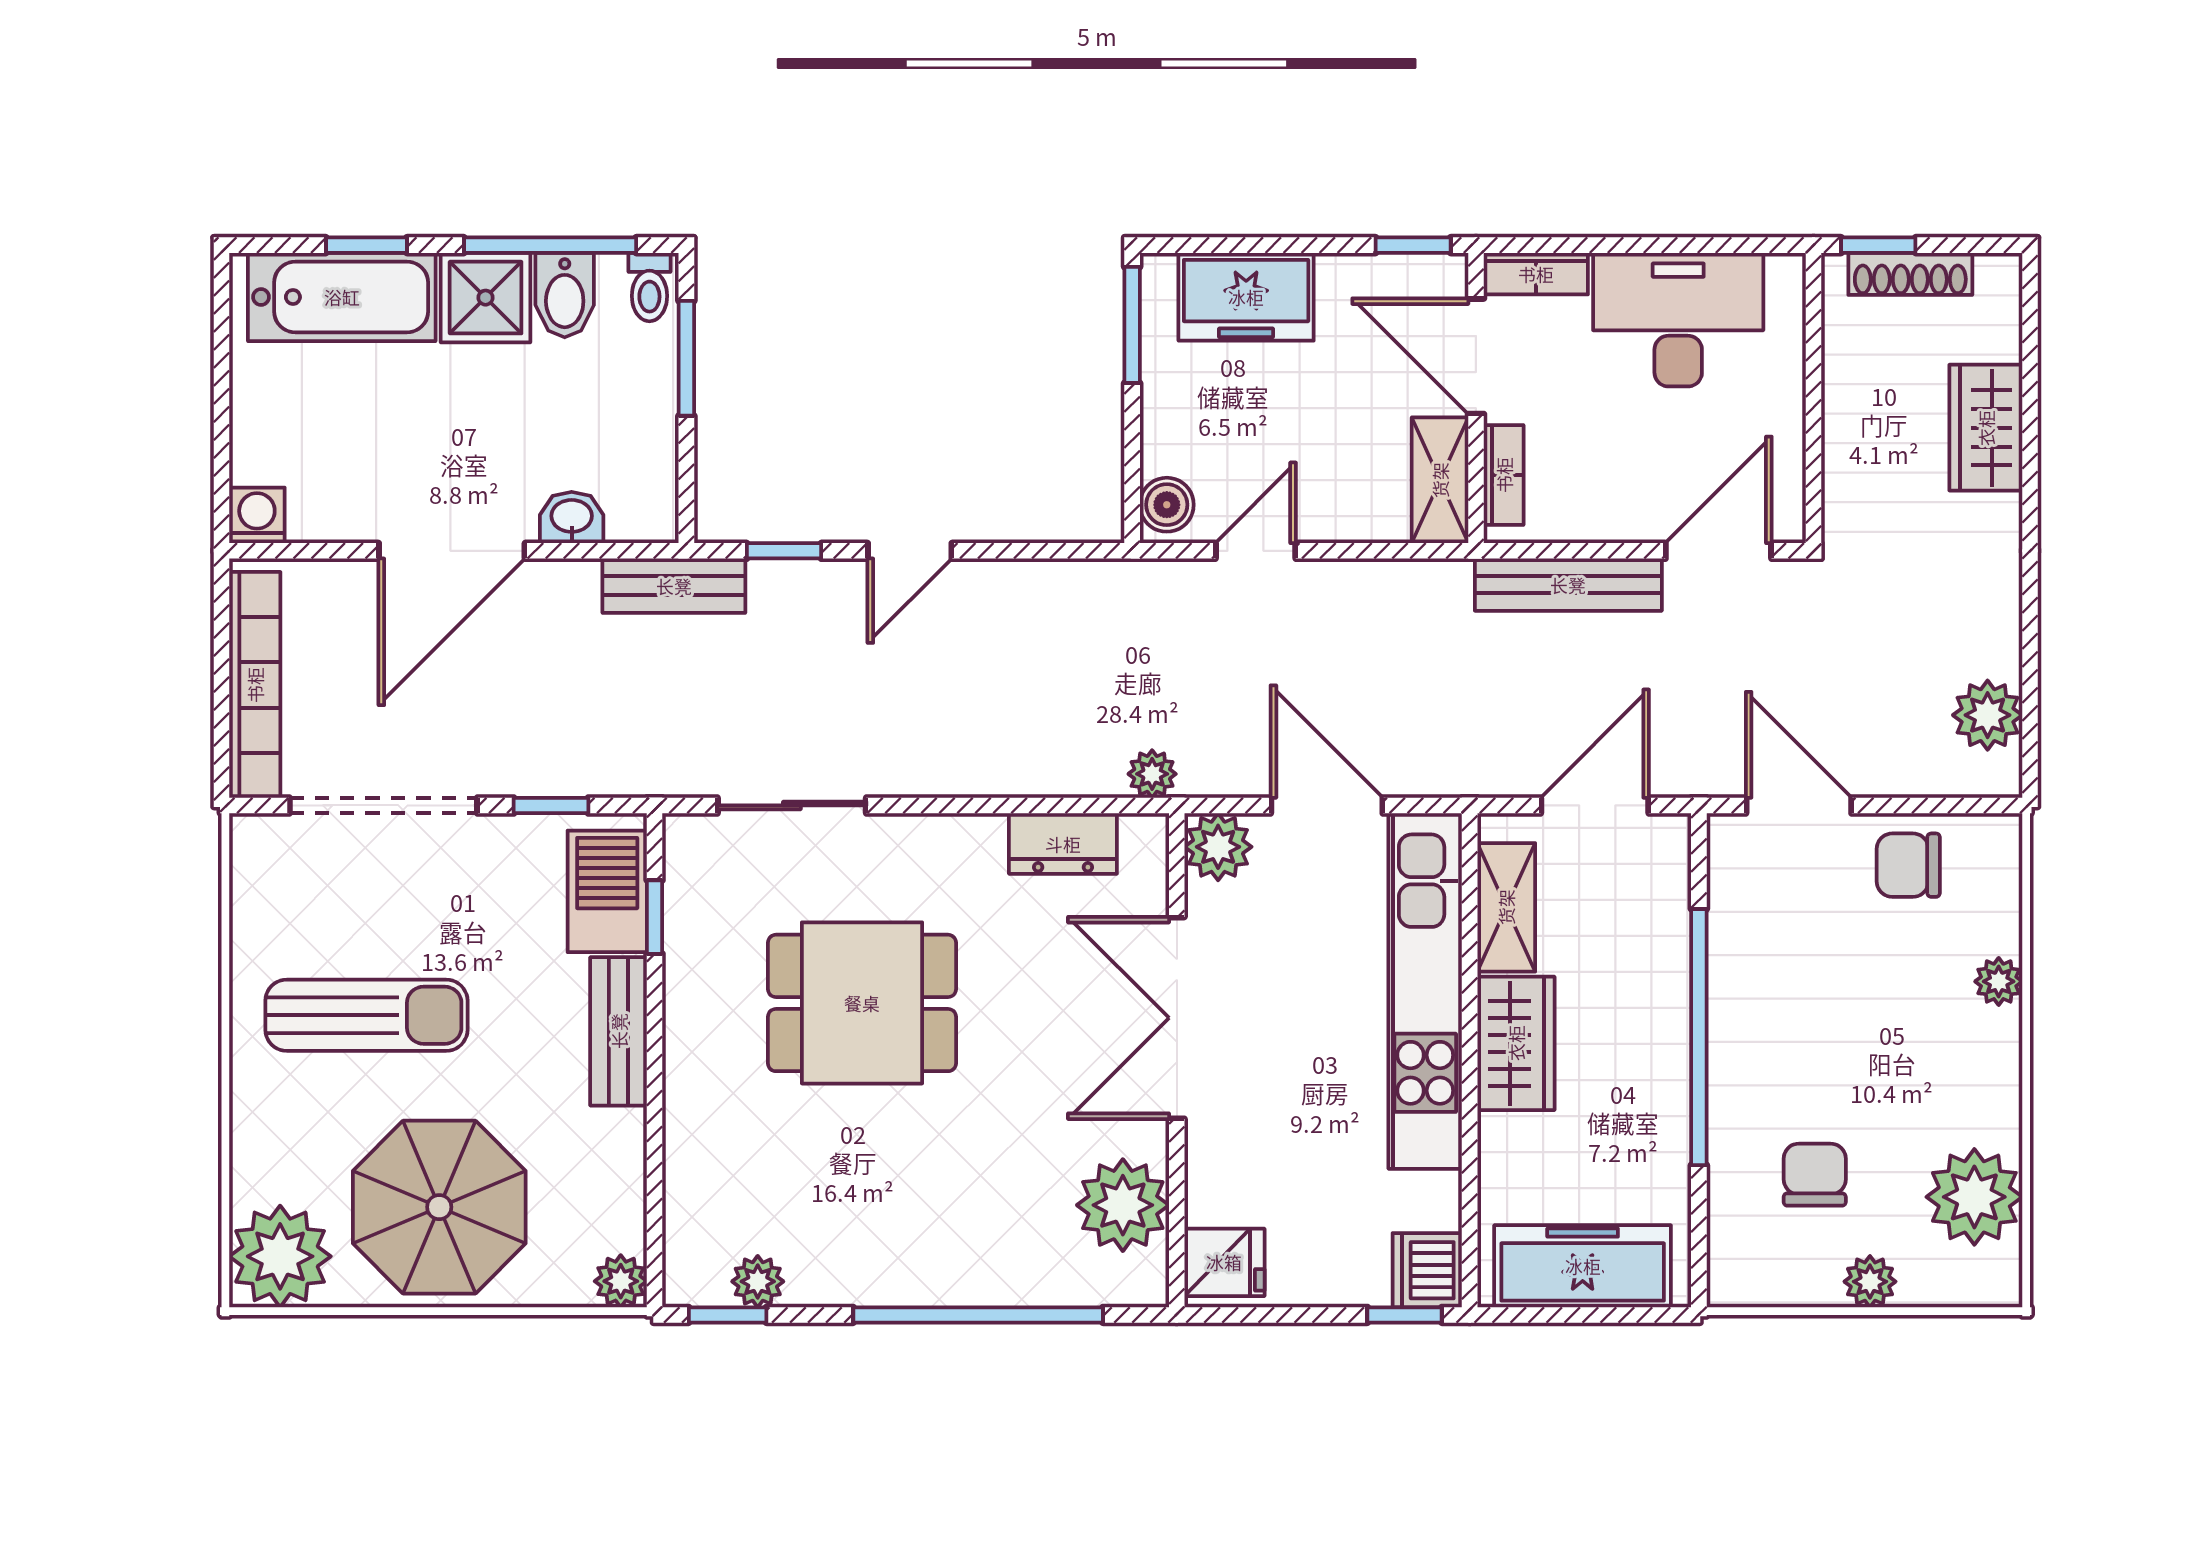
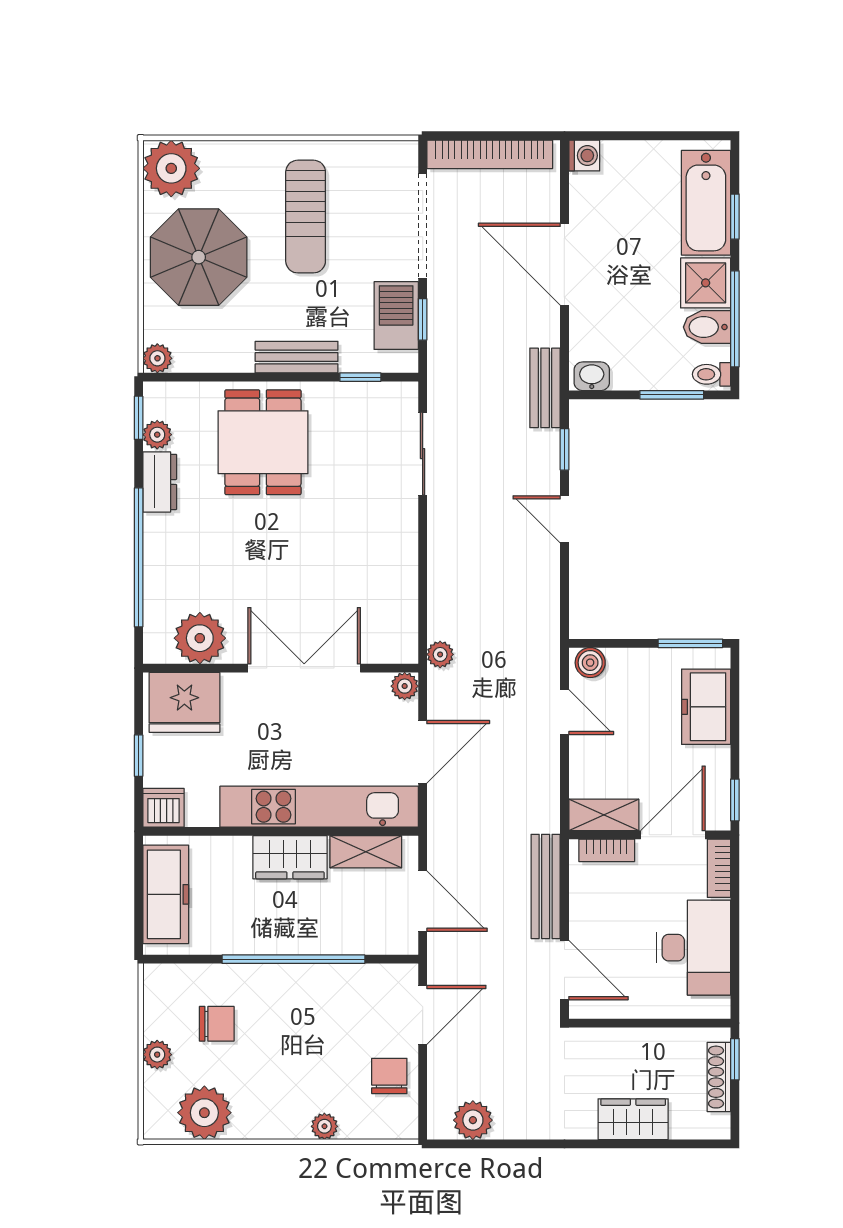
washbasin: (572, 517) -> (592, 376), moved, turned -90
dresser: (1063, 844) -> (160, 482), moved, turned 180
plant: (1218, 847) -> (405, 686), width x0.73, depth x0.73
barbecue: (607, 891) -> (396, 316), moved, turned -90
dining table: (862, 1003) -> (263, 442), moved
fridge: (1224, 1262) -> (184, 702), width x1.88, depth x1.34
window: (1405, 1315) -> (139, 756), moved

